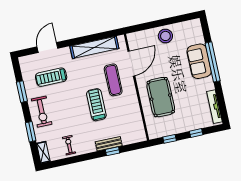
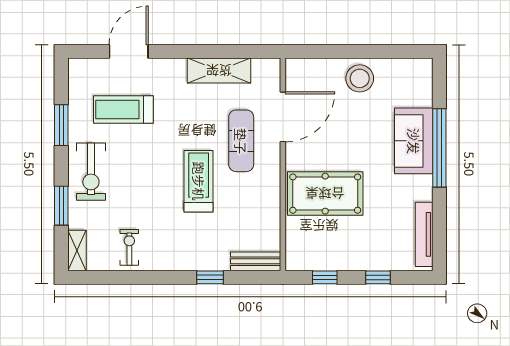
shelving: (94, 47) -> (219, 71), width x0.68
pool table: (161, 97) -> (325, 194), turned 90
bench: (109, 144) -> (256, 261), moved

